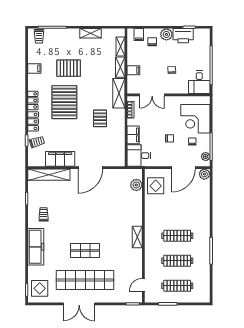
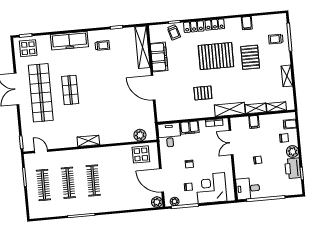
trolley: (39, 36) -> (276, 39), moved

